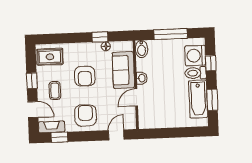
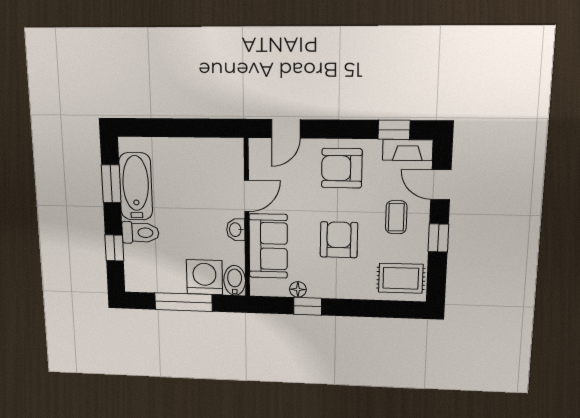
washing machine: (195, 56) -> (204, 277), moved, turned -90
armchair: (85, 115) -> (342, 168), turned 90

